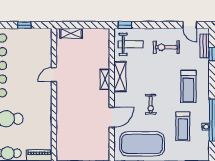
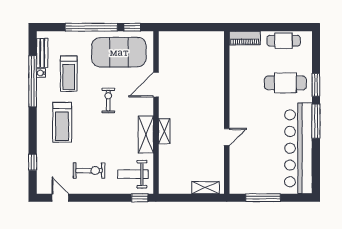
window: (24, 25) -> (263, 198), width x2.17
bench: (205, 46) -> (42, 53), moved
treadmill: (188, 87) -> (62, 122), turned 180
treadmill: (183, 126) -> (69, 74), turned 180

